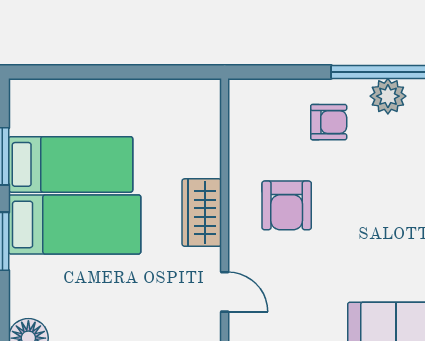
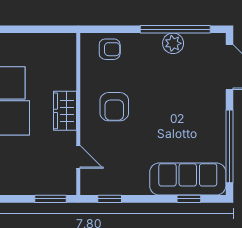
armchair: (329, 122) -> (110, 49), moved

